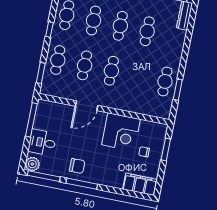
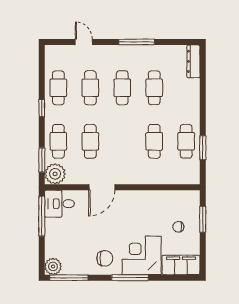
cafe table: (111, 71) -> (154, 141), moved
plant: (50, 87) -> (55, 174), added
corner desk: (121, 132) -> (142, 255), moved, turned 180
desk: (42, 142) -> (59, 204), moved
window: (82, 184) -> (130, 278), moved

